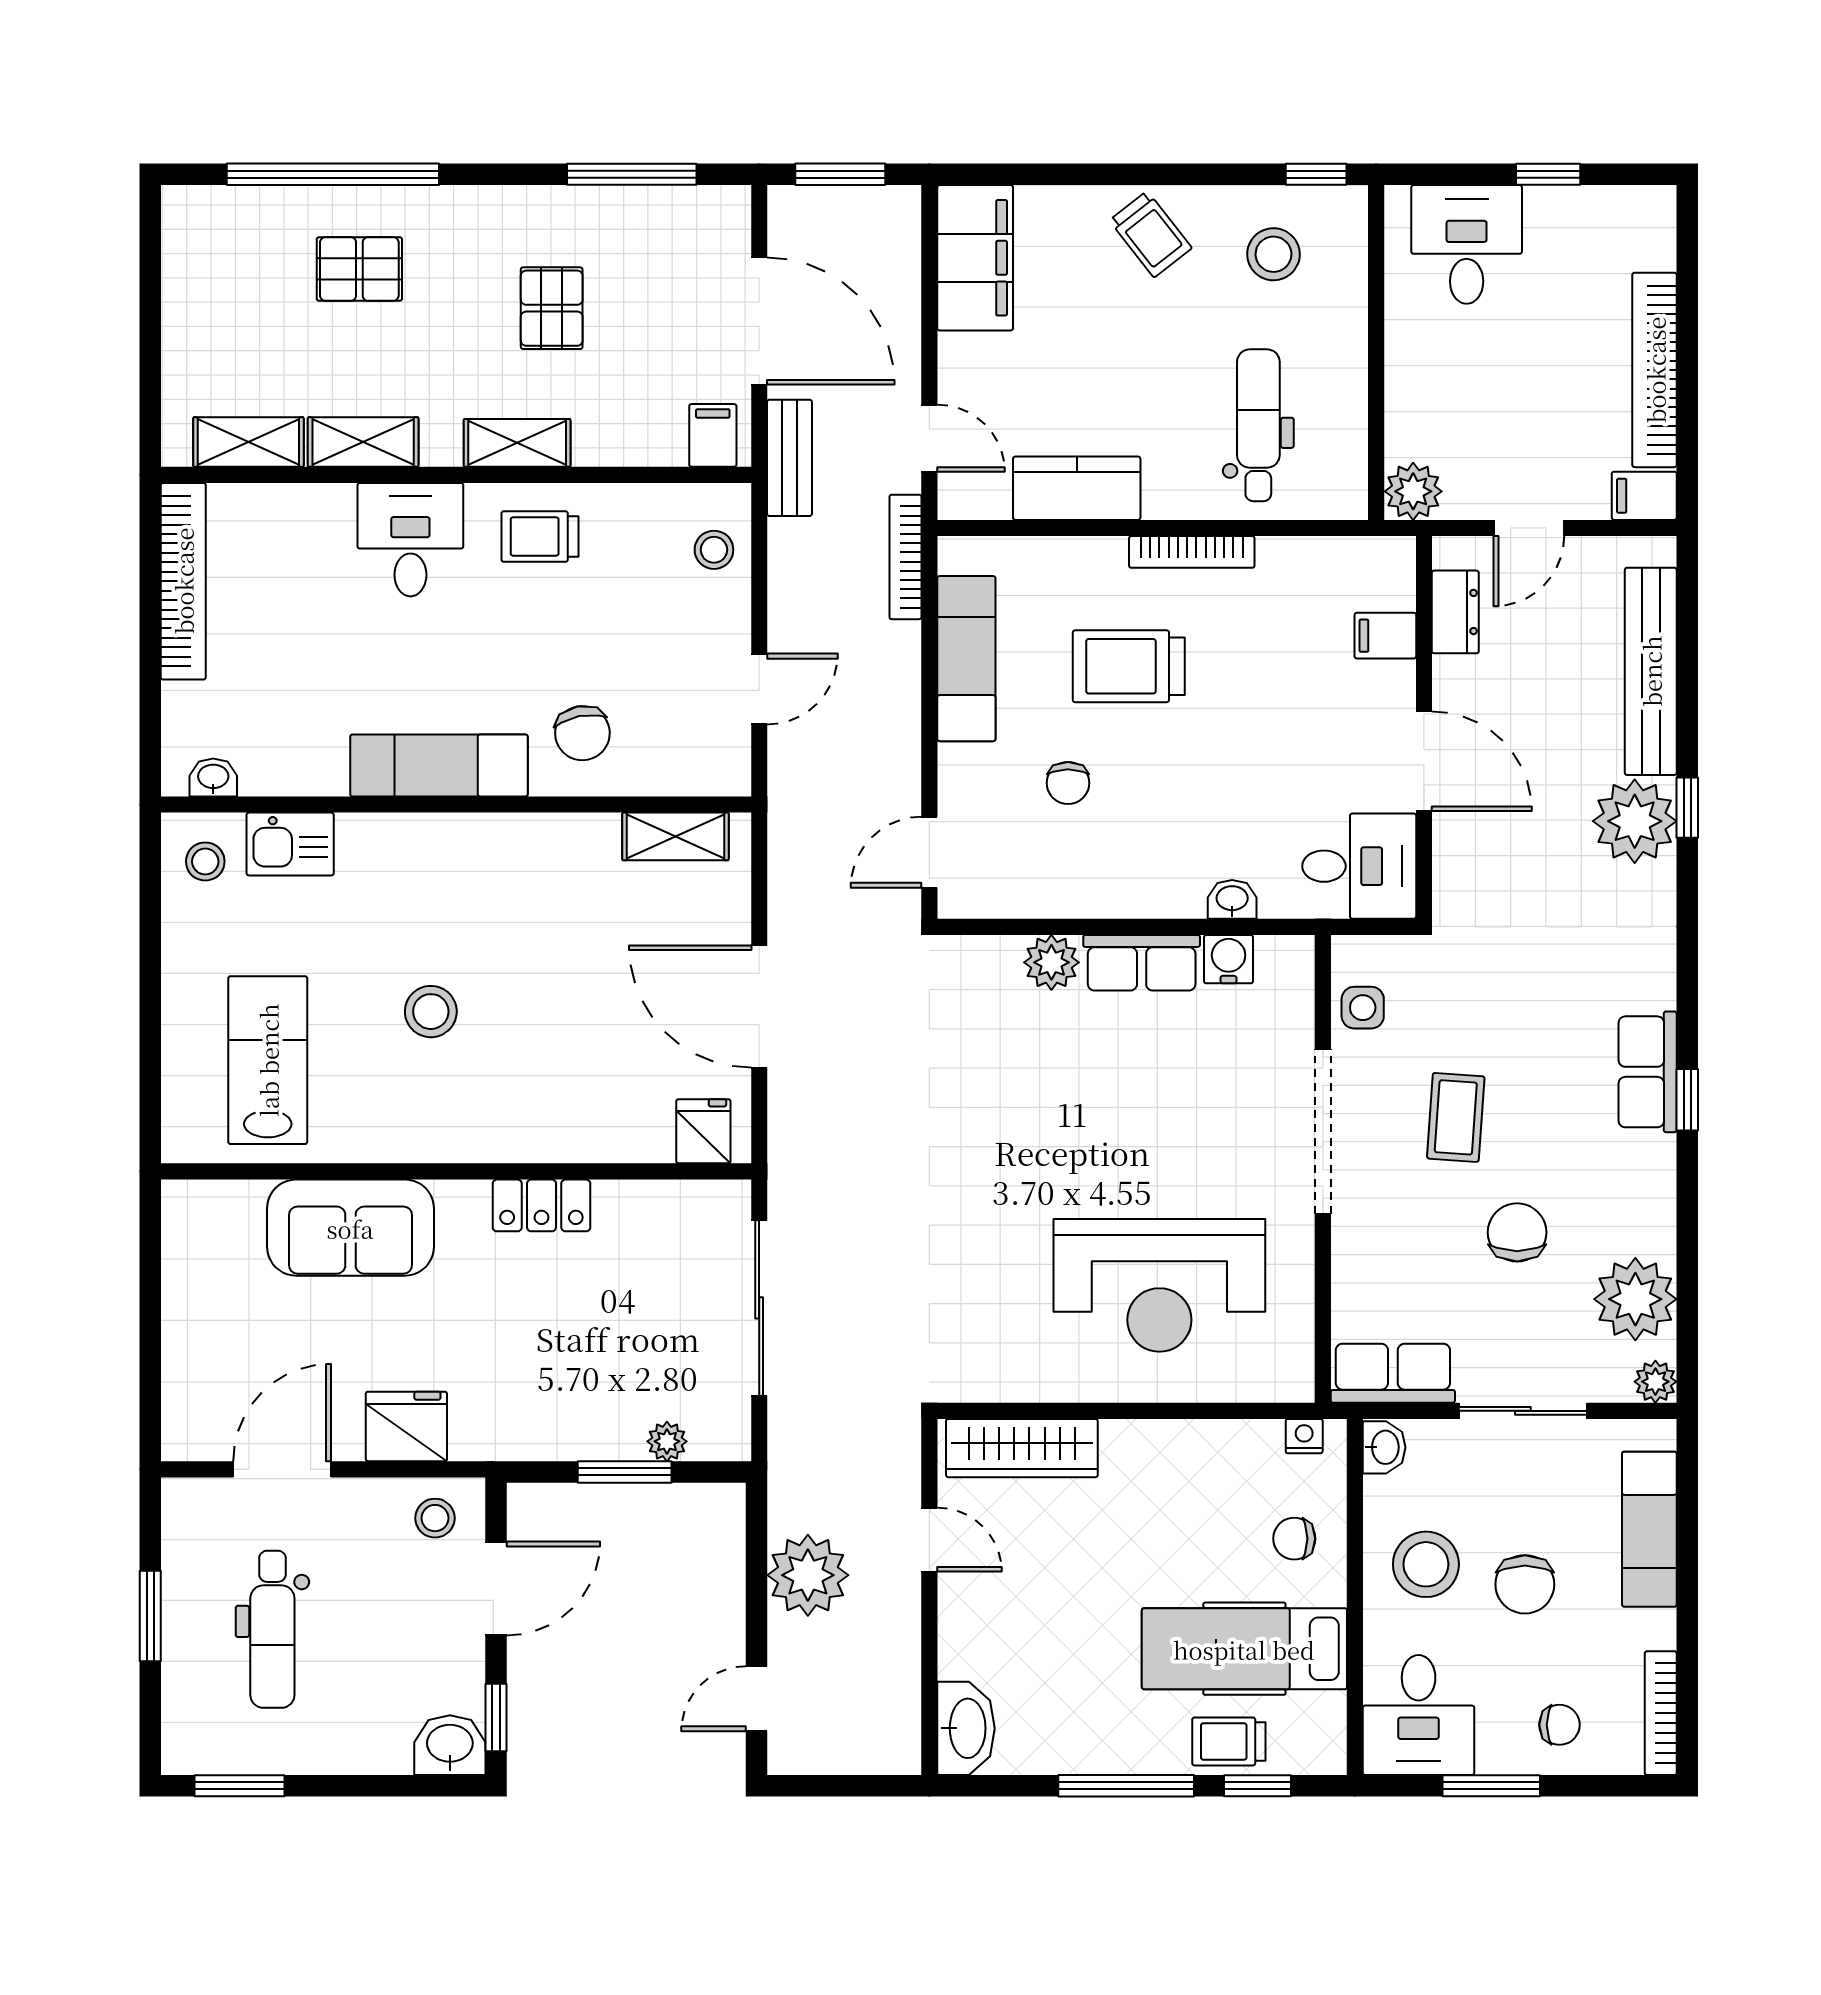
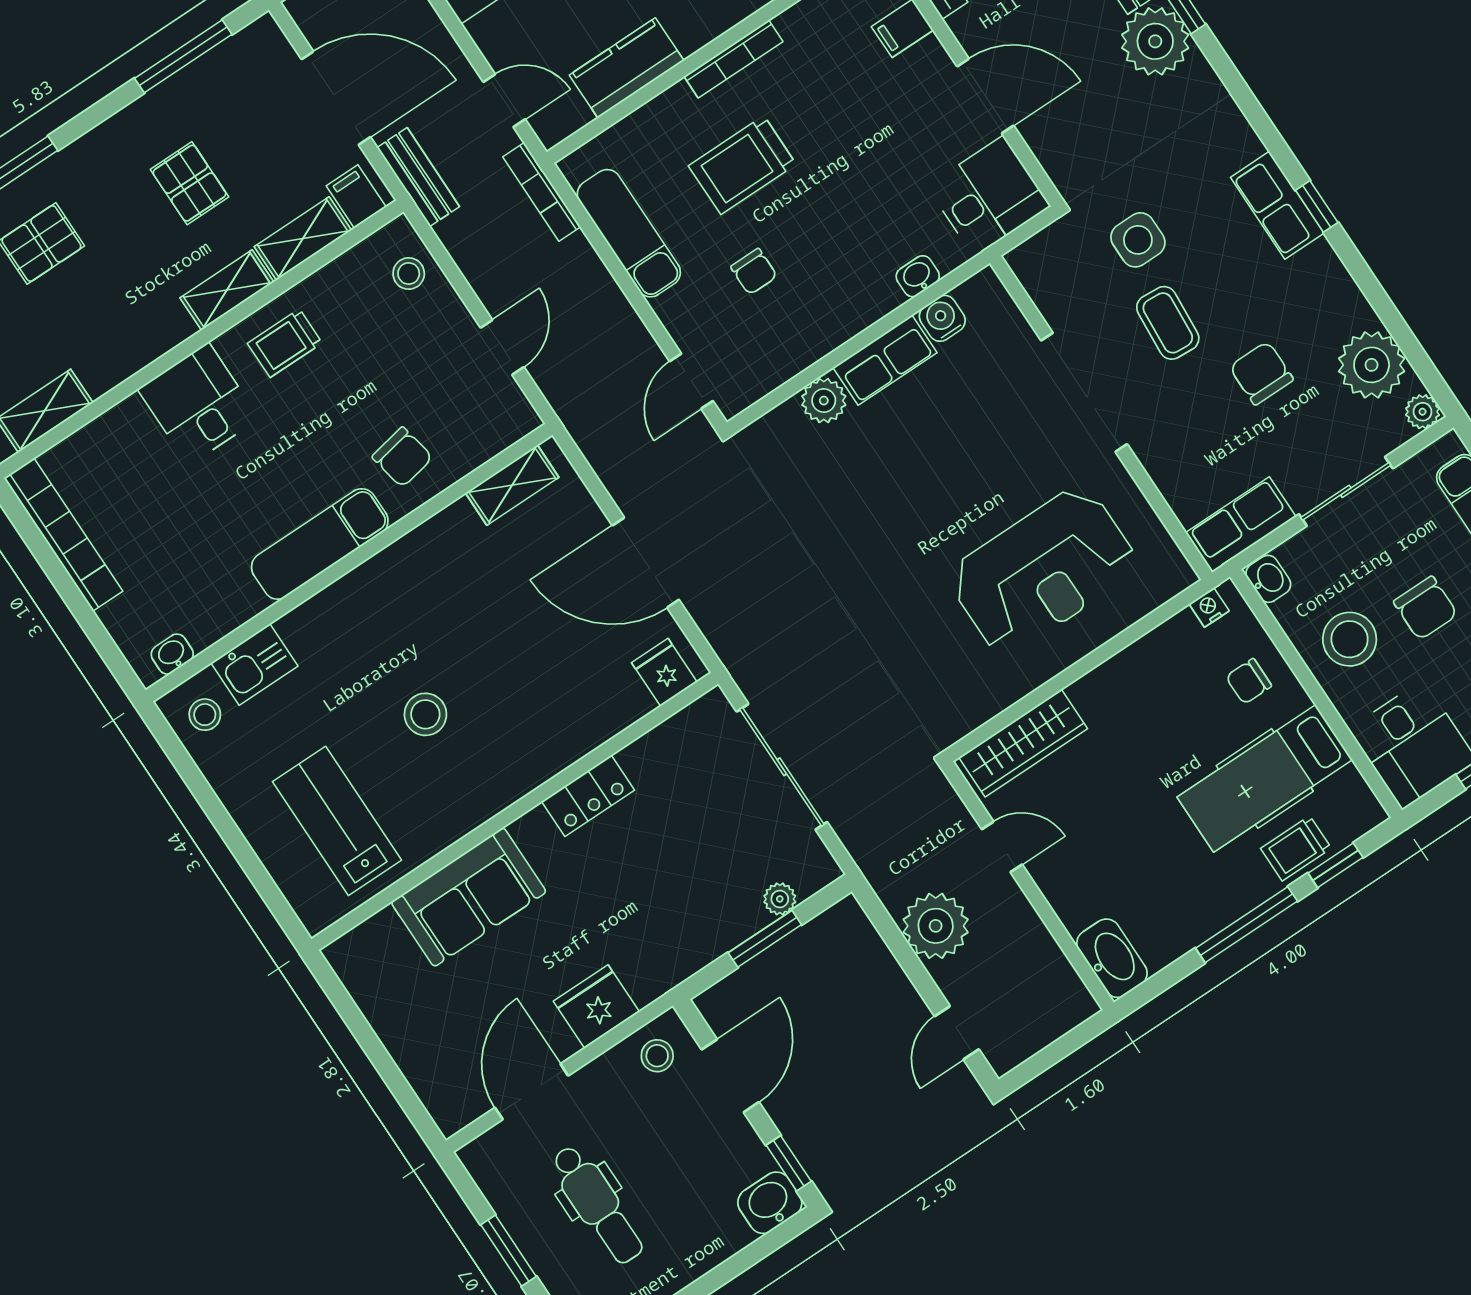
shelving: (363, 442) -> (303, 238), moved
side table: (1363, 1008) -> (1138, 240), moved, width x1.37, depth x1.37

